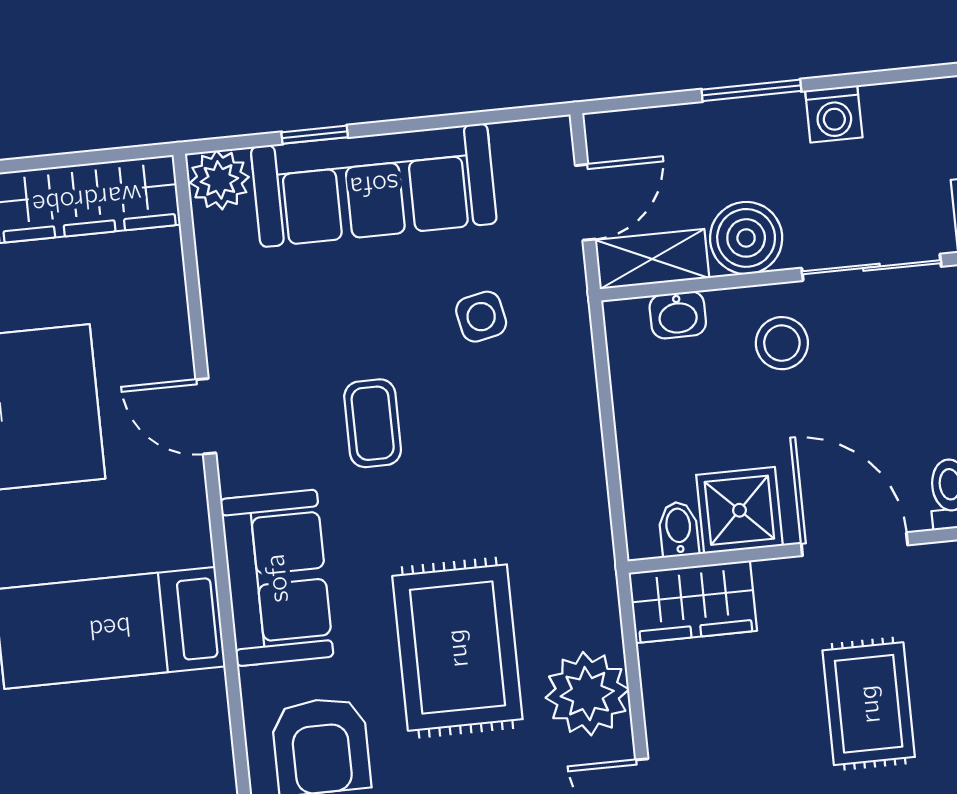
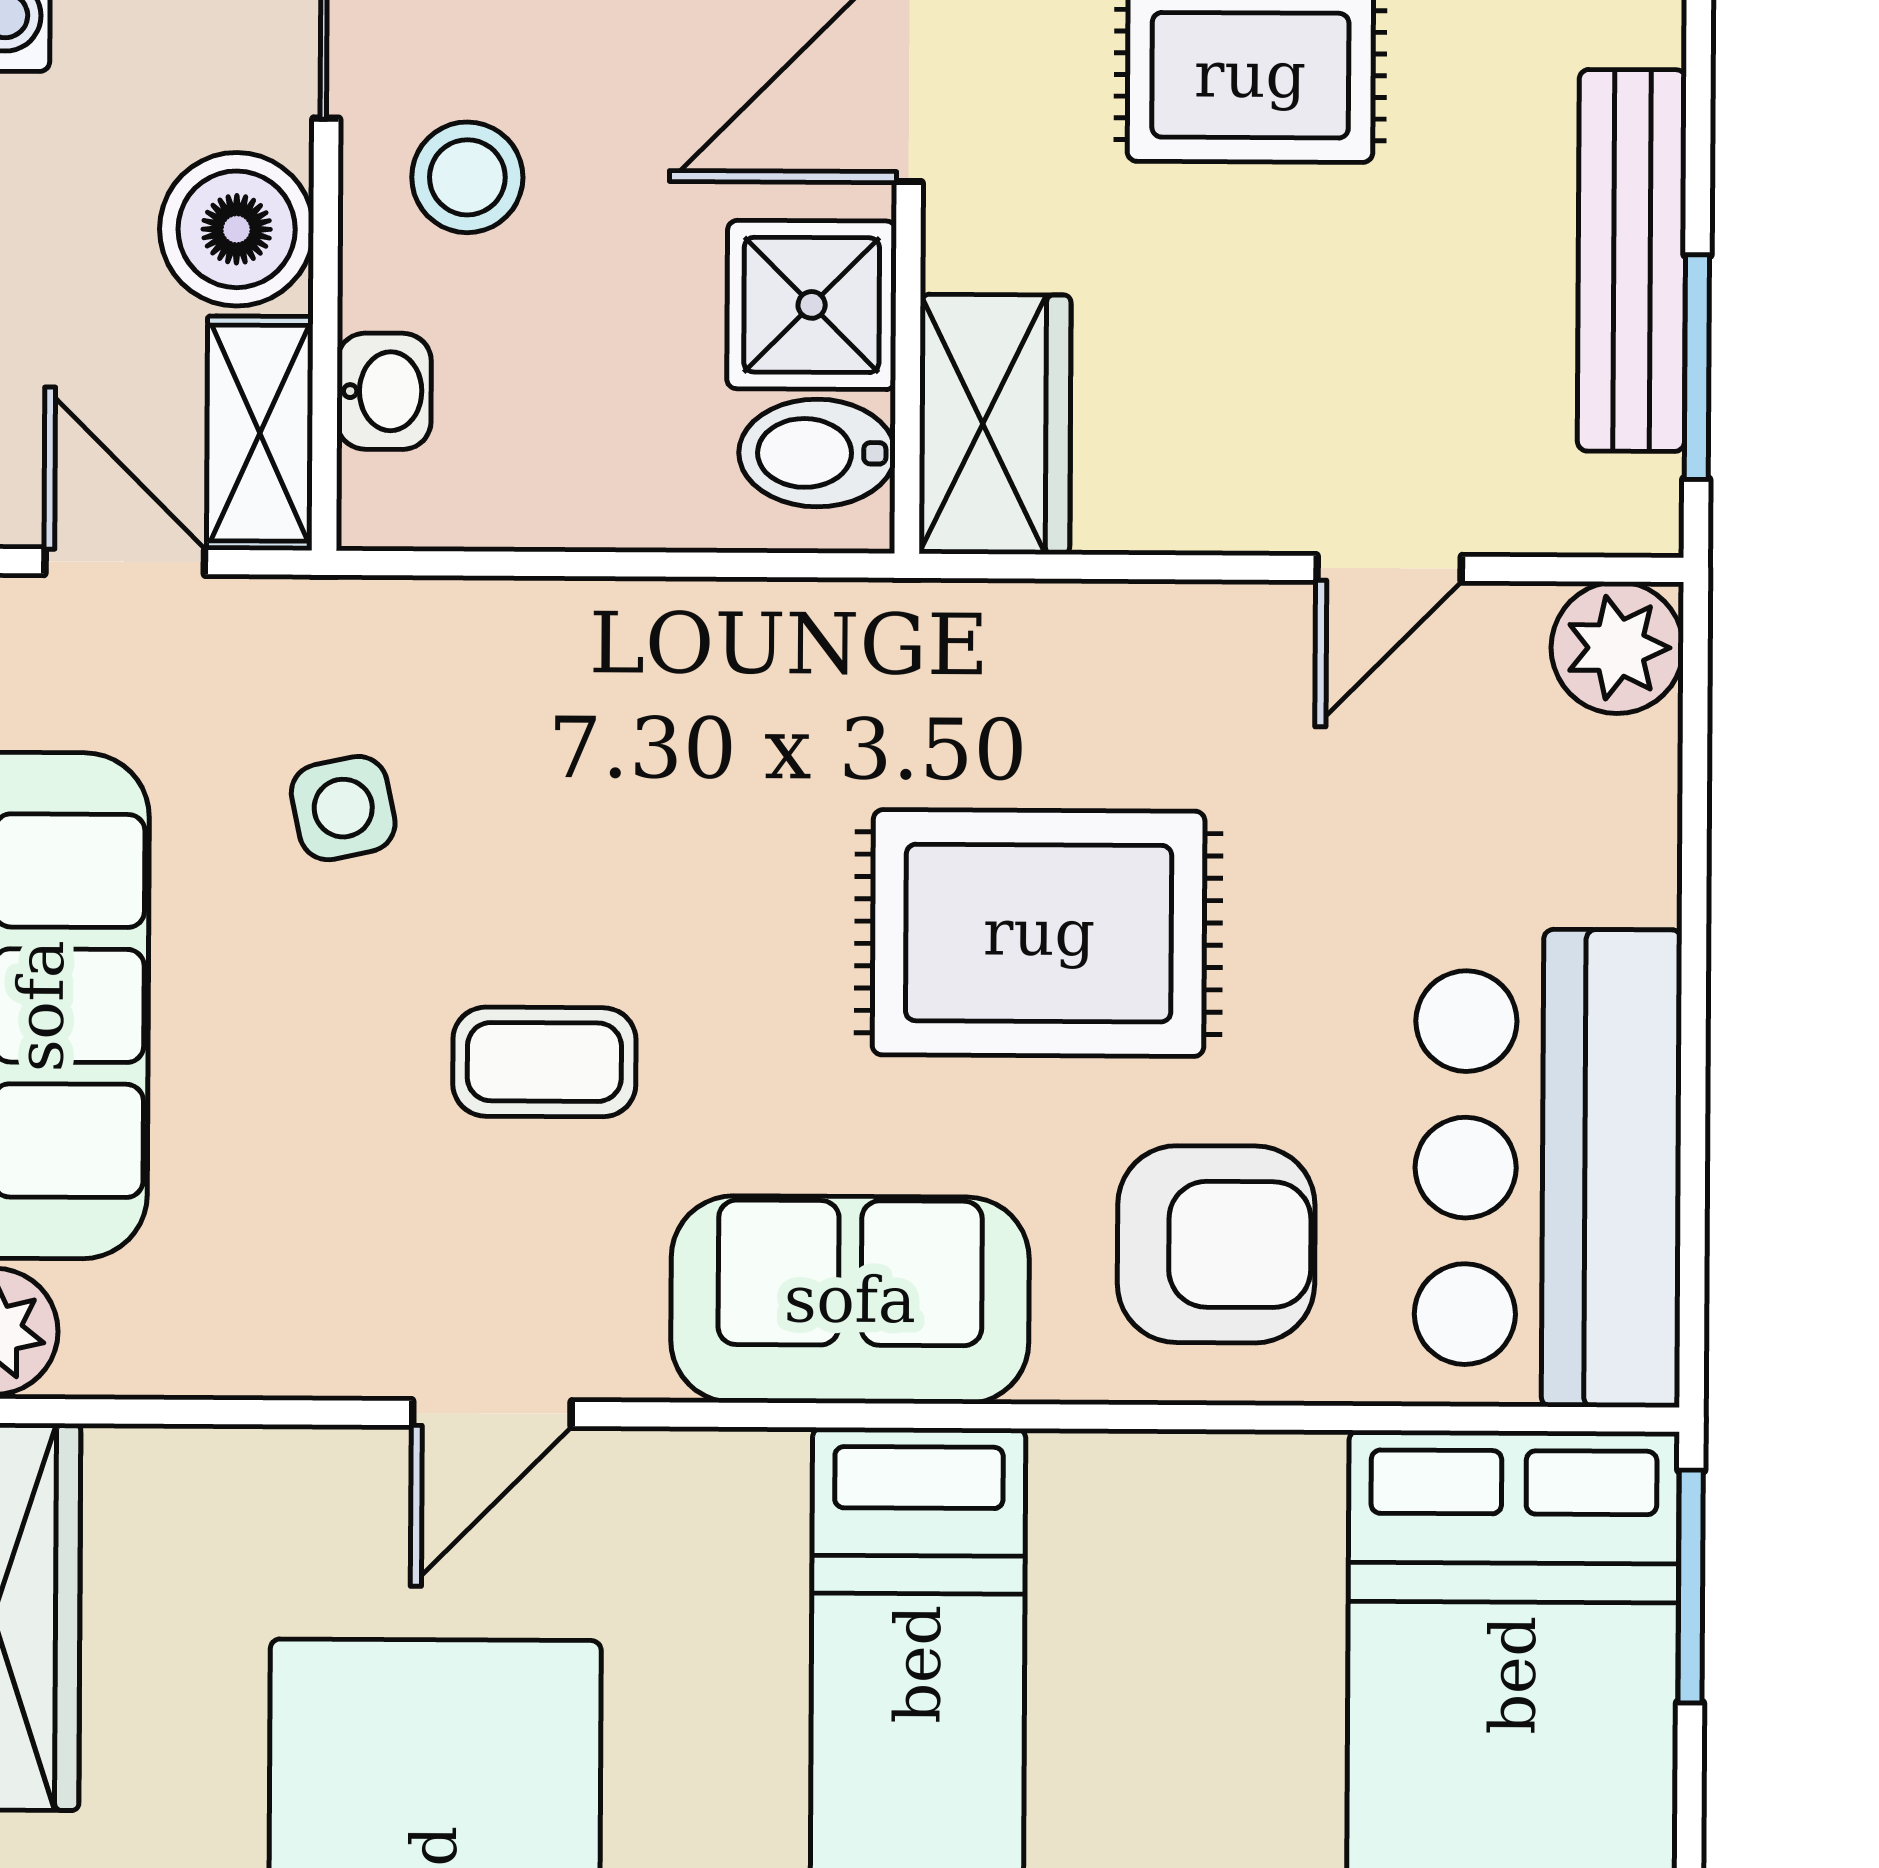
bidet: (679, 529) -> (817, 453), width x1.38, depth x1.36
plant: (587, 694) -> (1165, 669), removed

